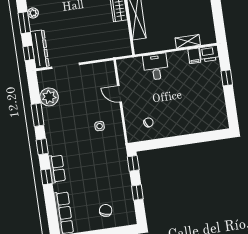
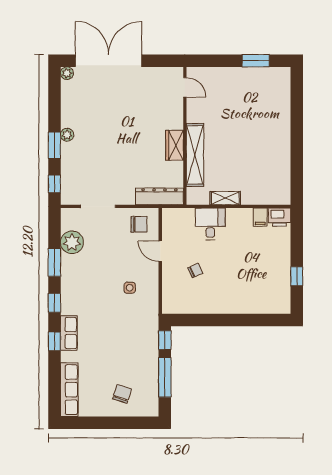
shelving: (188, 41) -> (225, 198), moved
dresser: (40, 49) -> (160, 196), moved, turned -90
chair: (100, 75) -> (139, 224), added
window: (227, 78) -> (297, 276), moved
chair: (148, 122) -> (195, 270), moved
window: (137, 192) -> (165, 377), width x2.17

